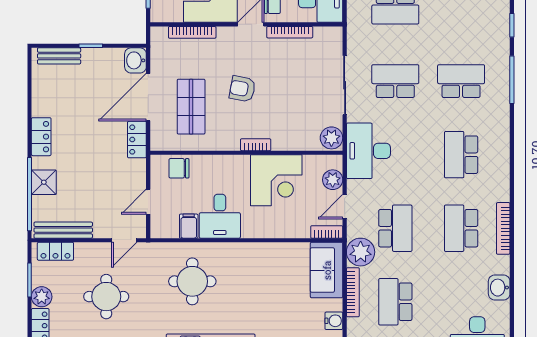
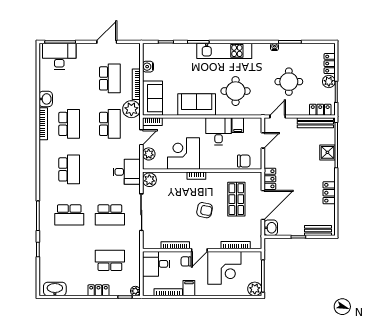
locker: (41, 137) -> (329, 193), moved
desk: (368, 151) -> (127, 172), width x0.73
school desk: (395, 228) -> (110, 124), turned 180
sofa: (255, 260) -> (197, 104), added
washbasin: (499, 288) -> (46, 99), moved

